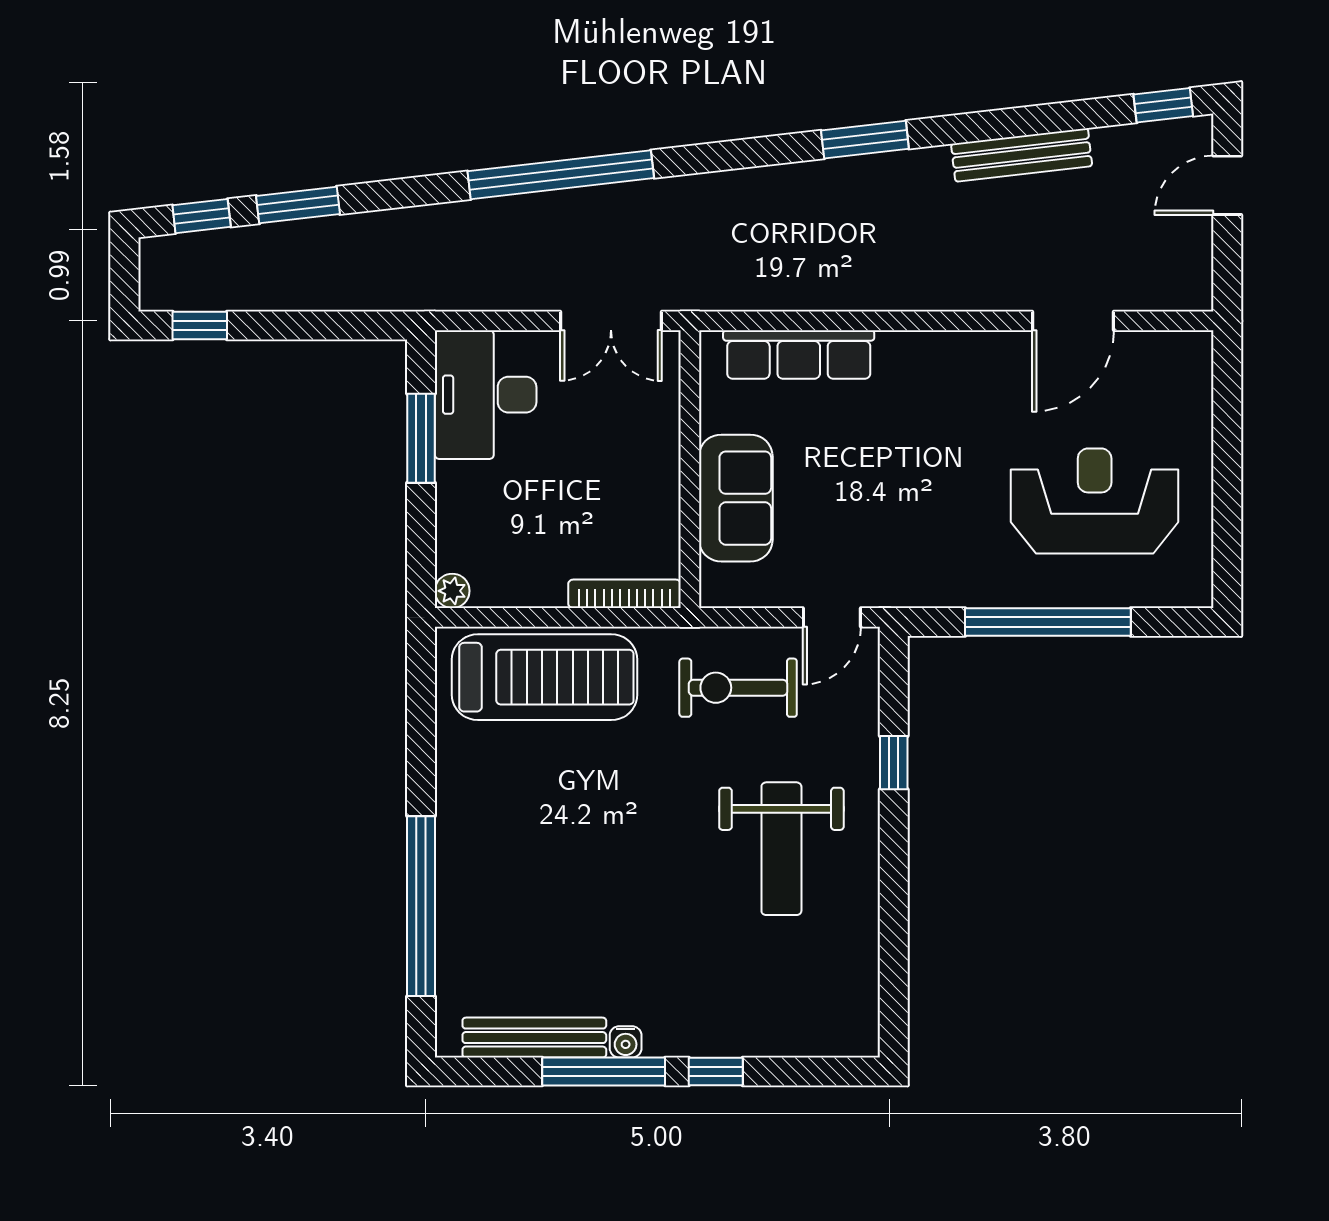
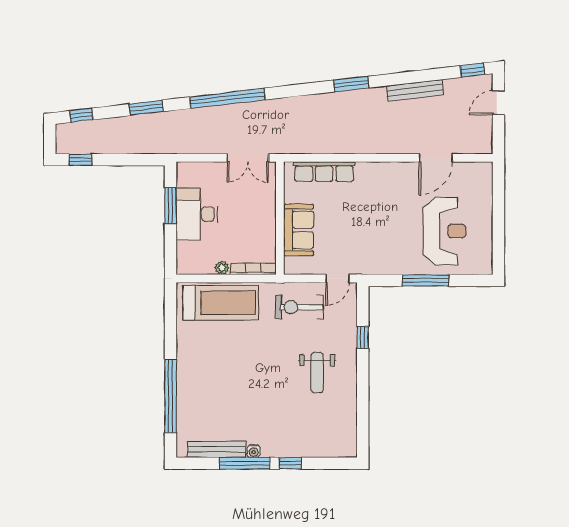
window: (298, 205) -> (146, 108), moved
desk: (486, 395) -> (197, 214), moved
reception desk: (1095, 501) -> (444, 231), turned 90
plant: (452, 591) -> (222, 268), moved
window: (1048, 622) -> (425, 280), width x0.68
weight bench: (781, 849) -> (317, 373), width x0.73, depth x0.75

